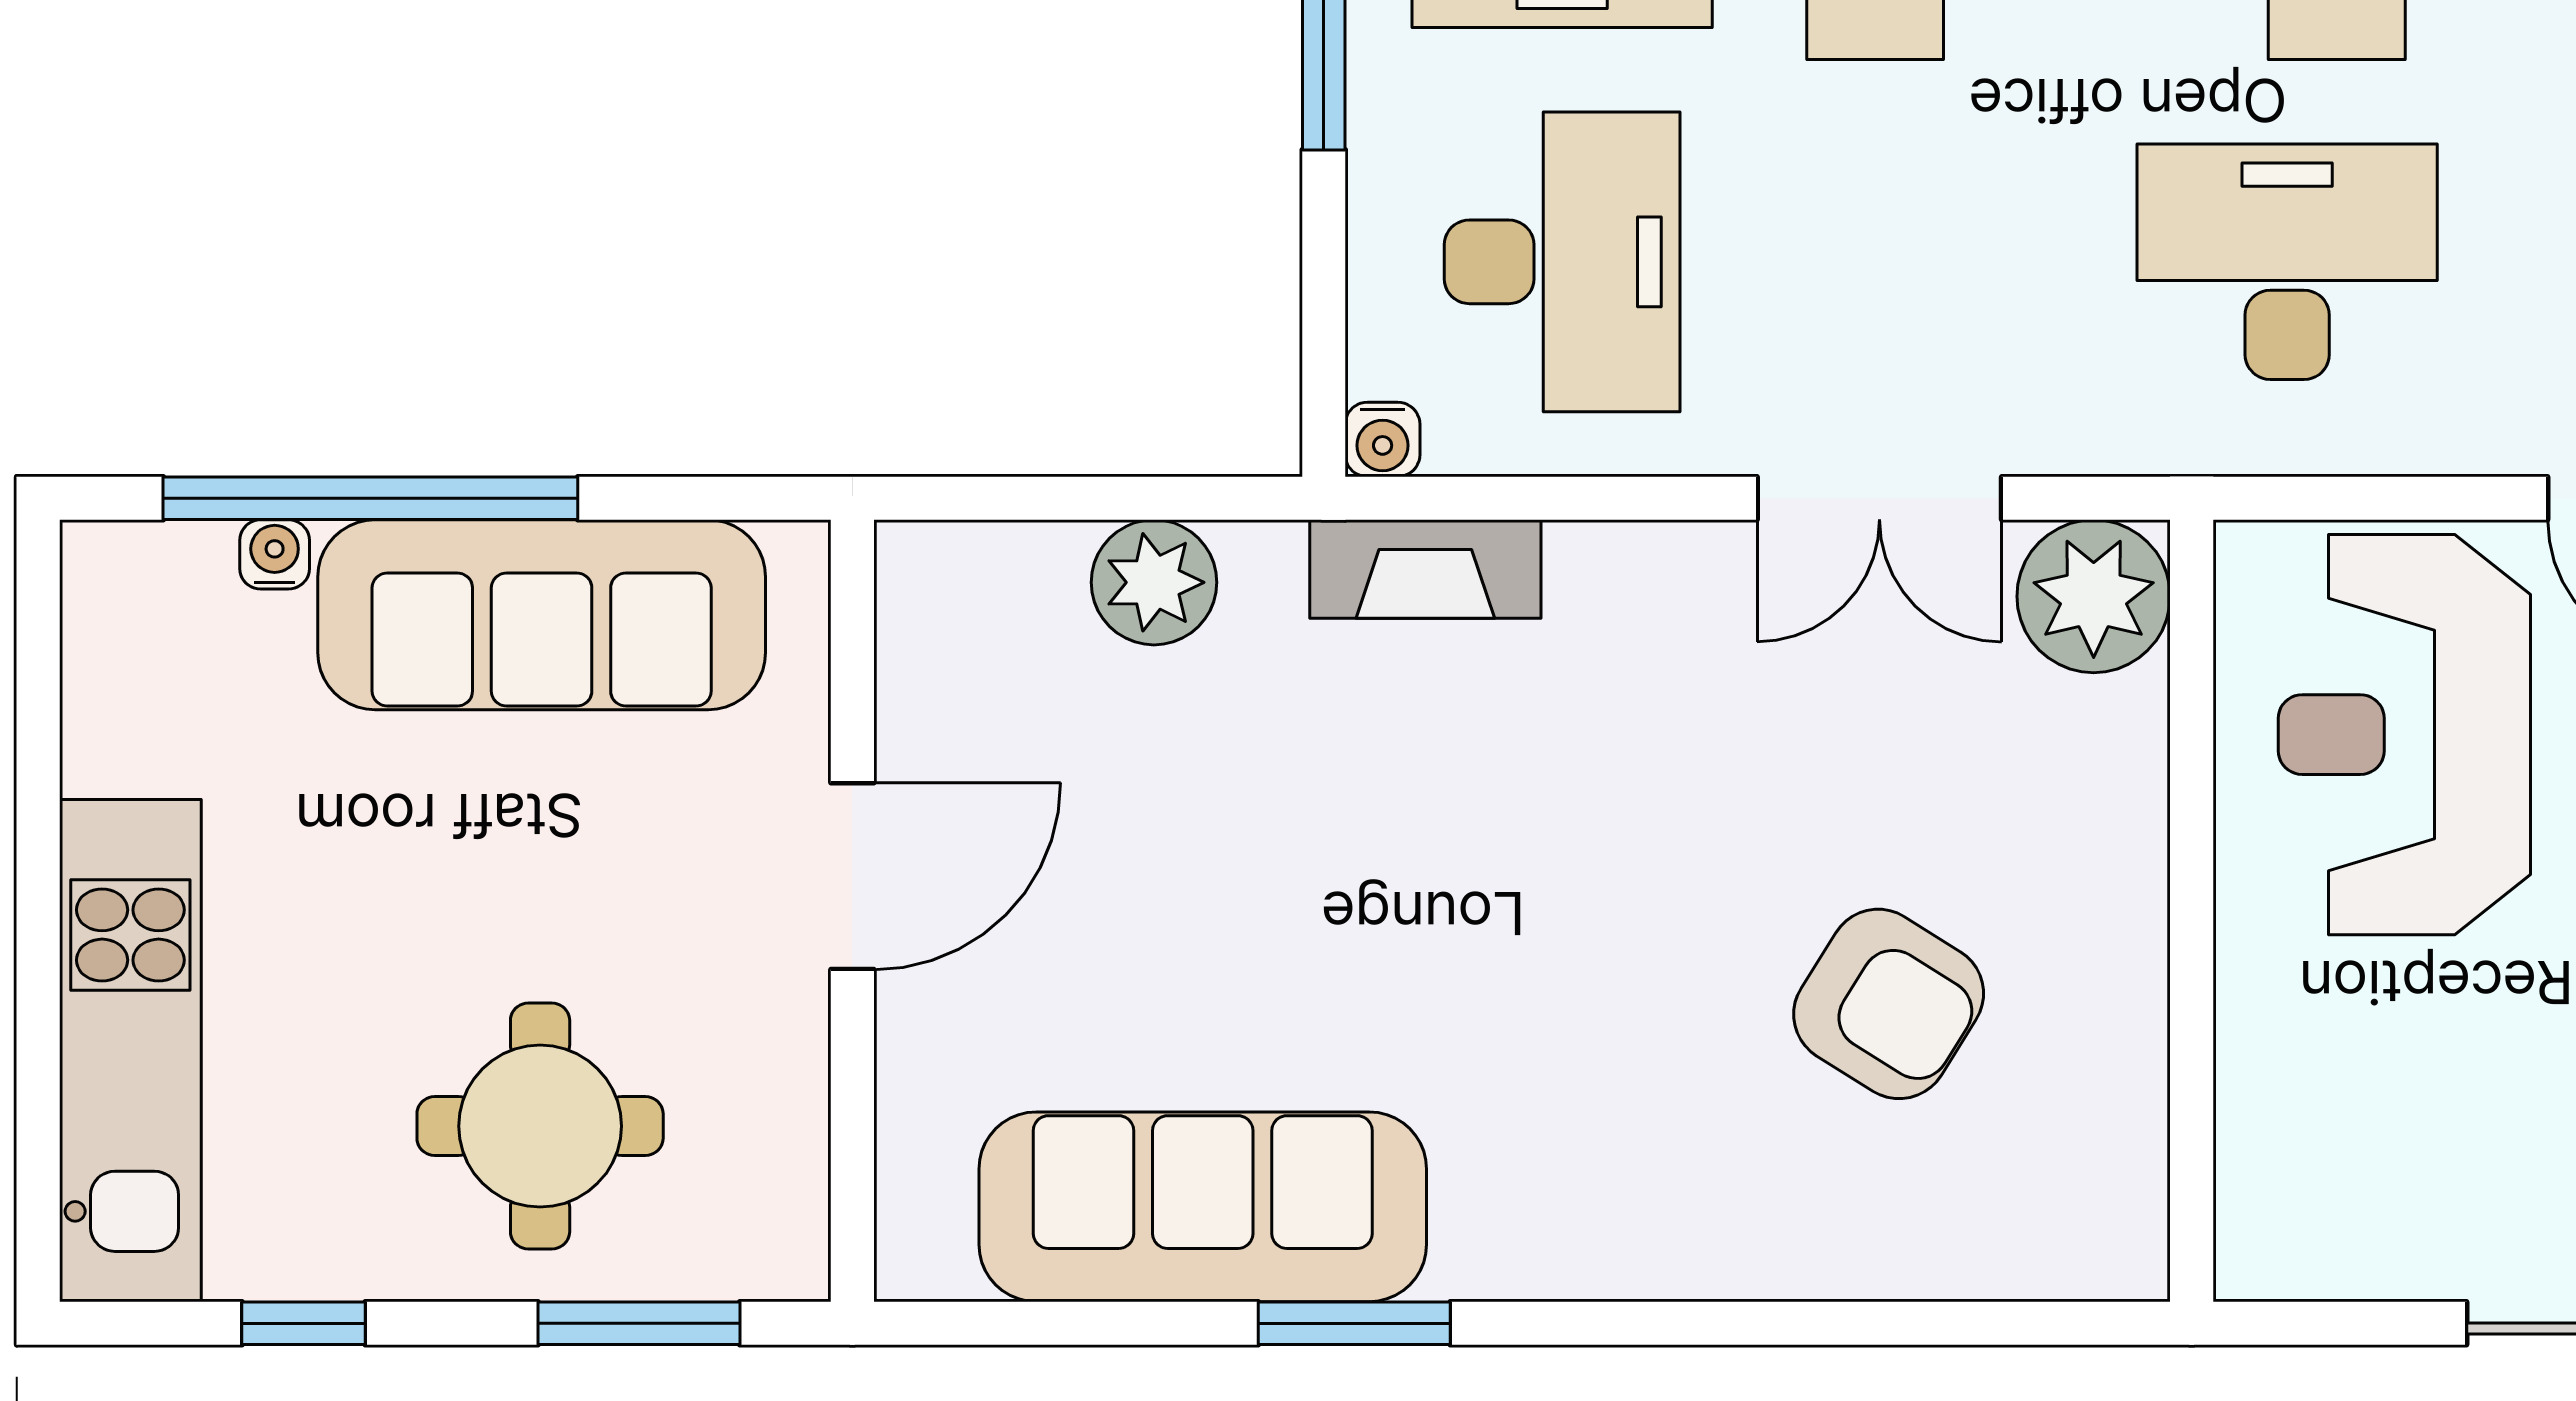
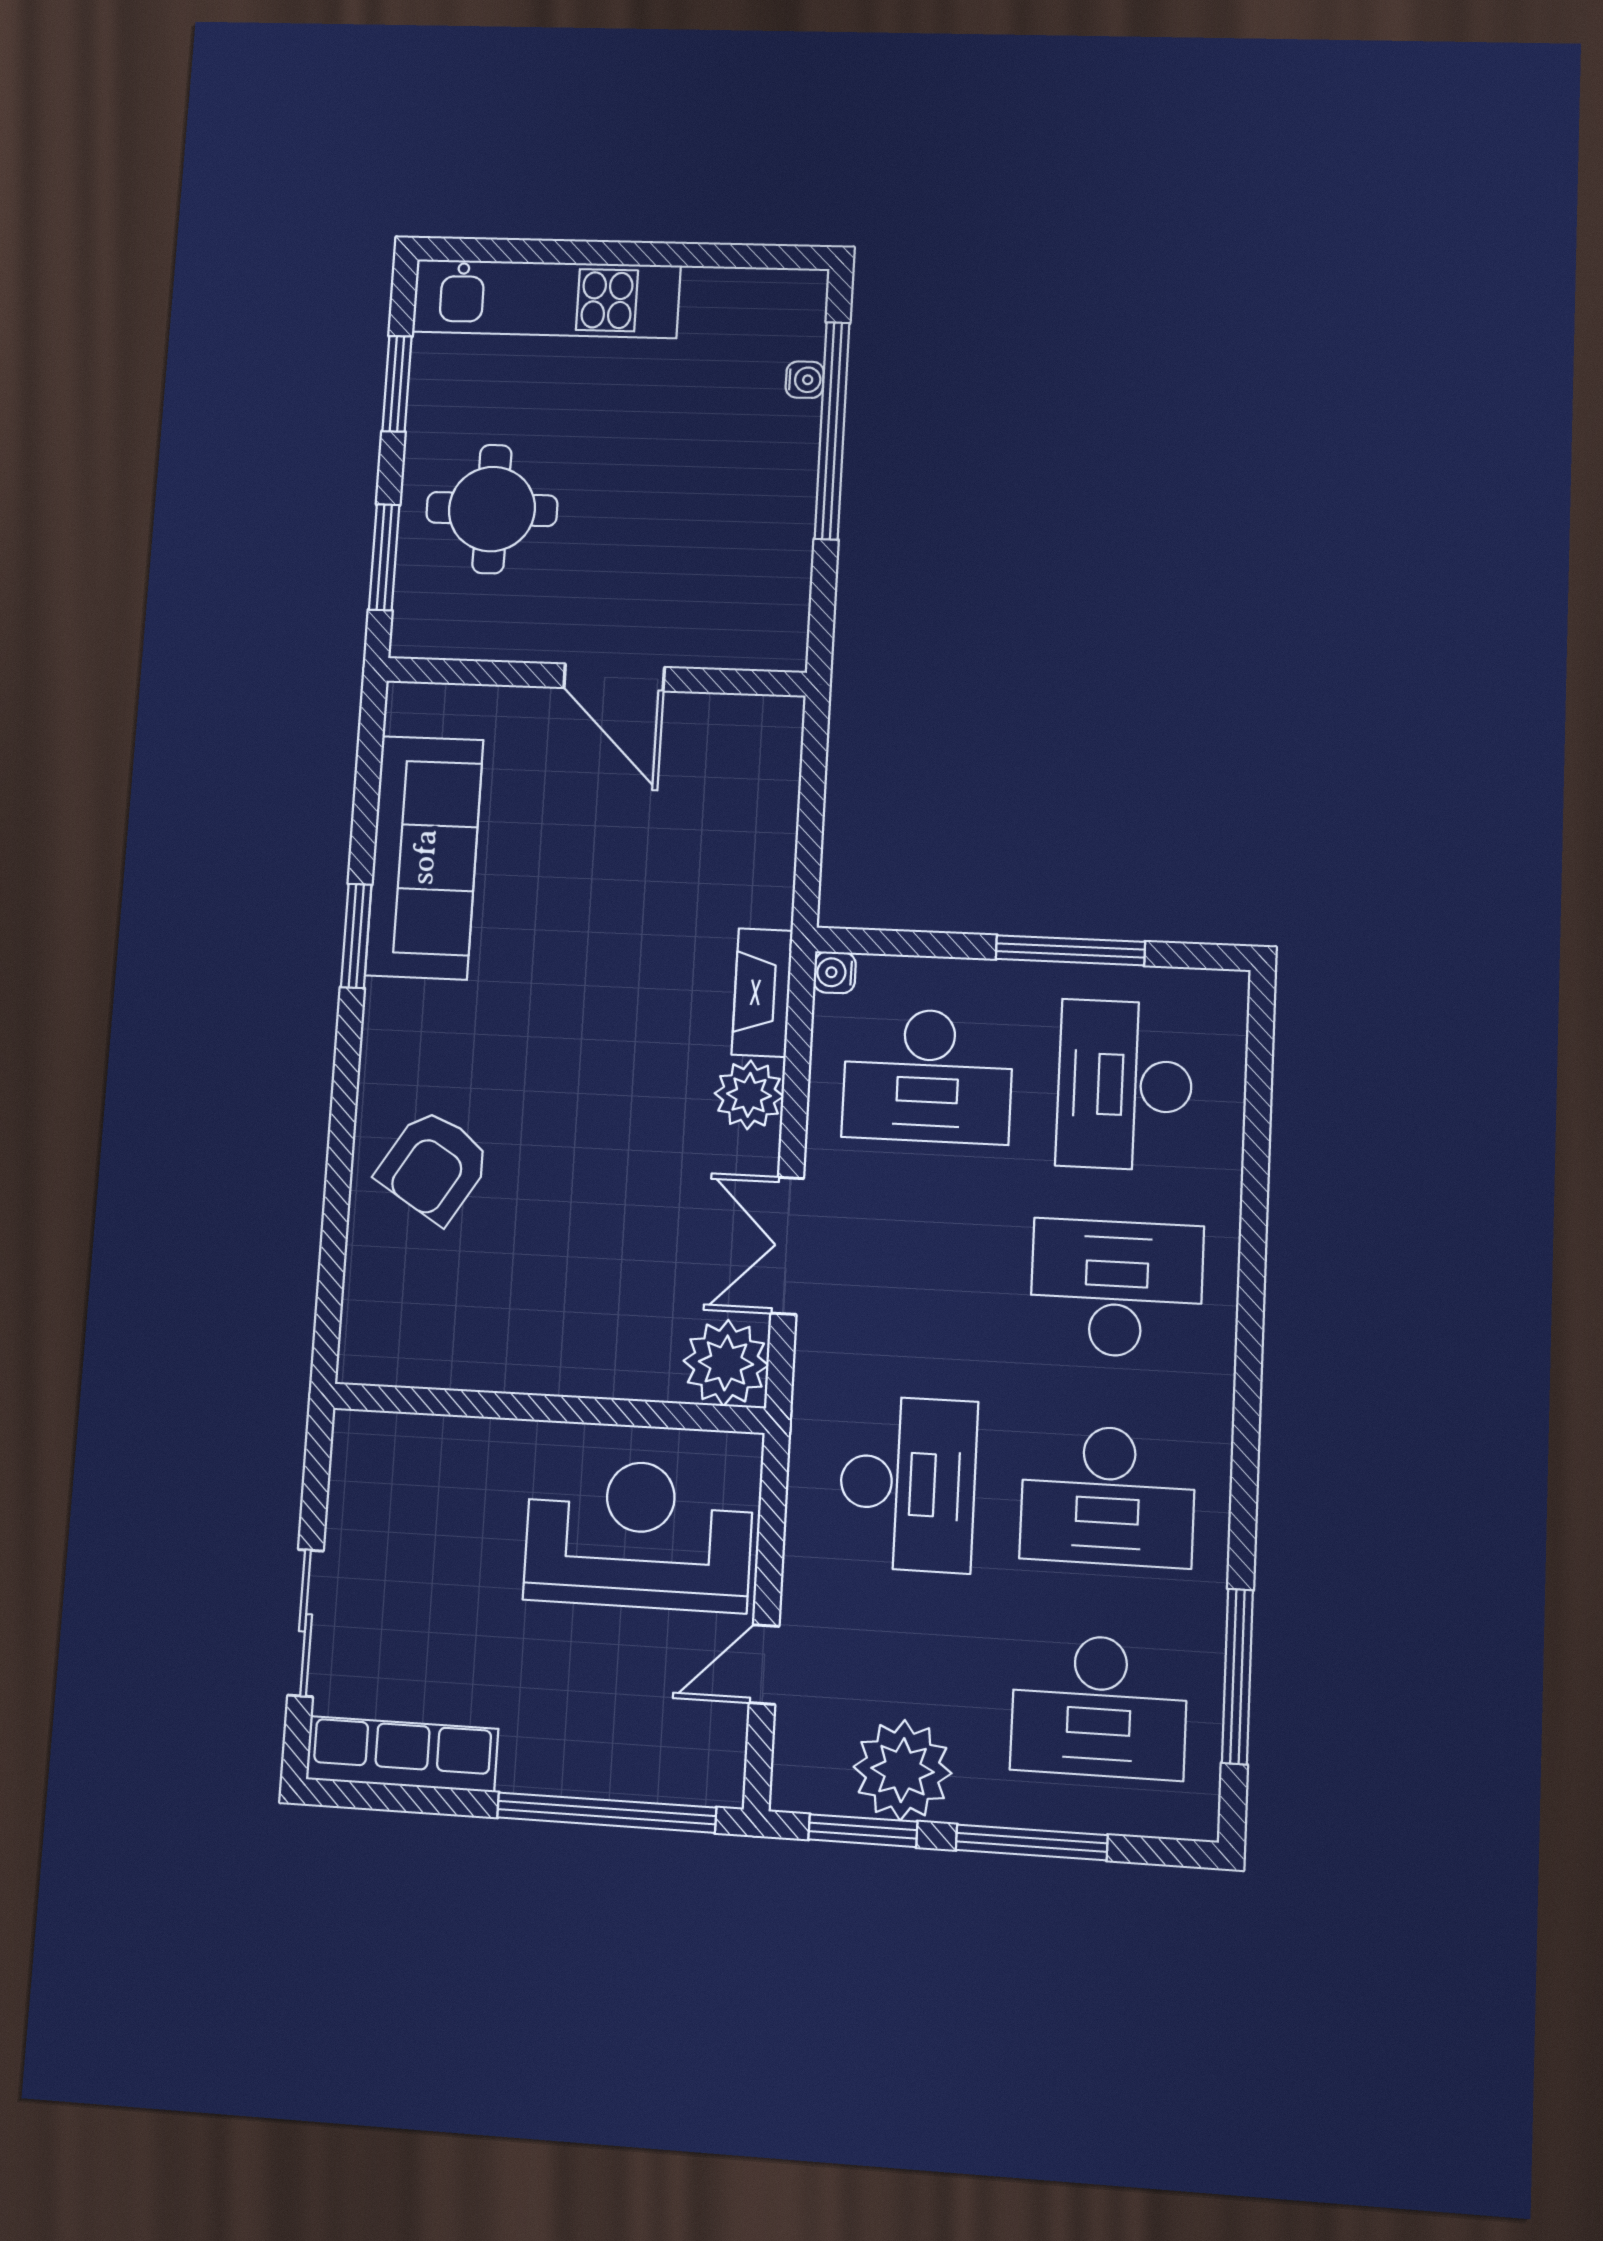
plant: (1154, 582) -> (749, 1095), moved
sofa: (542, 615) -> (764, 518), removed
armchair: (1889, 1004) -> (434, 1166), moved
window: (304, 1323) -> (397, 384), width x1.50

